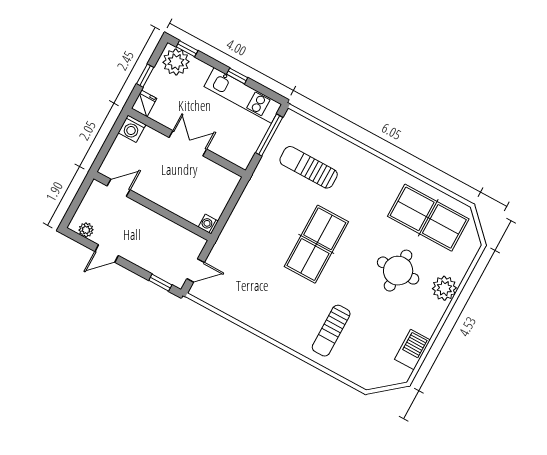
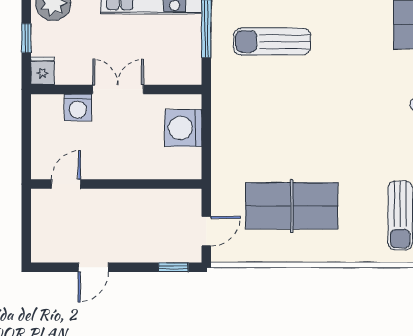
washing machine: (132, 129) -> (78, 107), moved
washing machine: (208, 224) -> (183, 128), moved, width x1.89, depth x1.89
plant: (86, 230) -> (55, 253), removed
table tennis table: (316, 244) -> (292, 206), moved, turned 90

